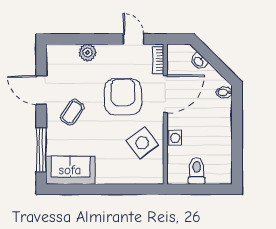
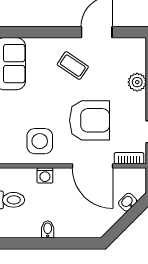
bidet: (224, 92) -> (48, 229), moved
side table: (142, 143) -> (40, 141), turned 36
window: (41, 150) -> (32, 32), removed

